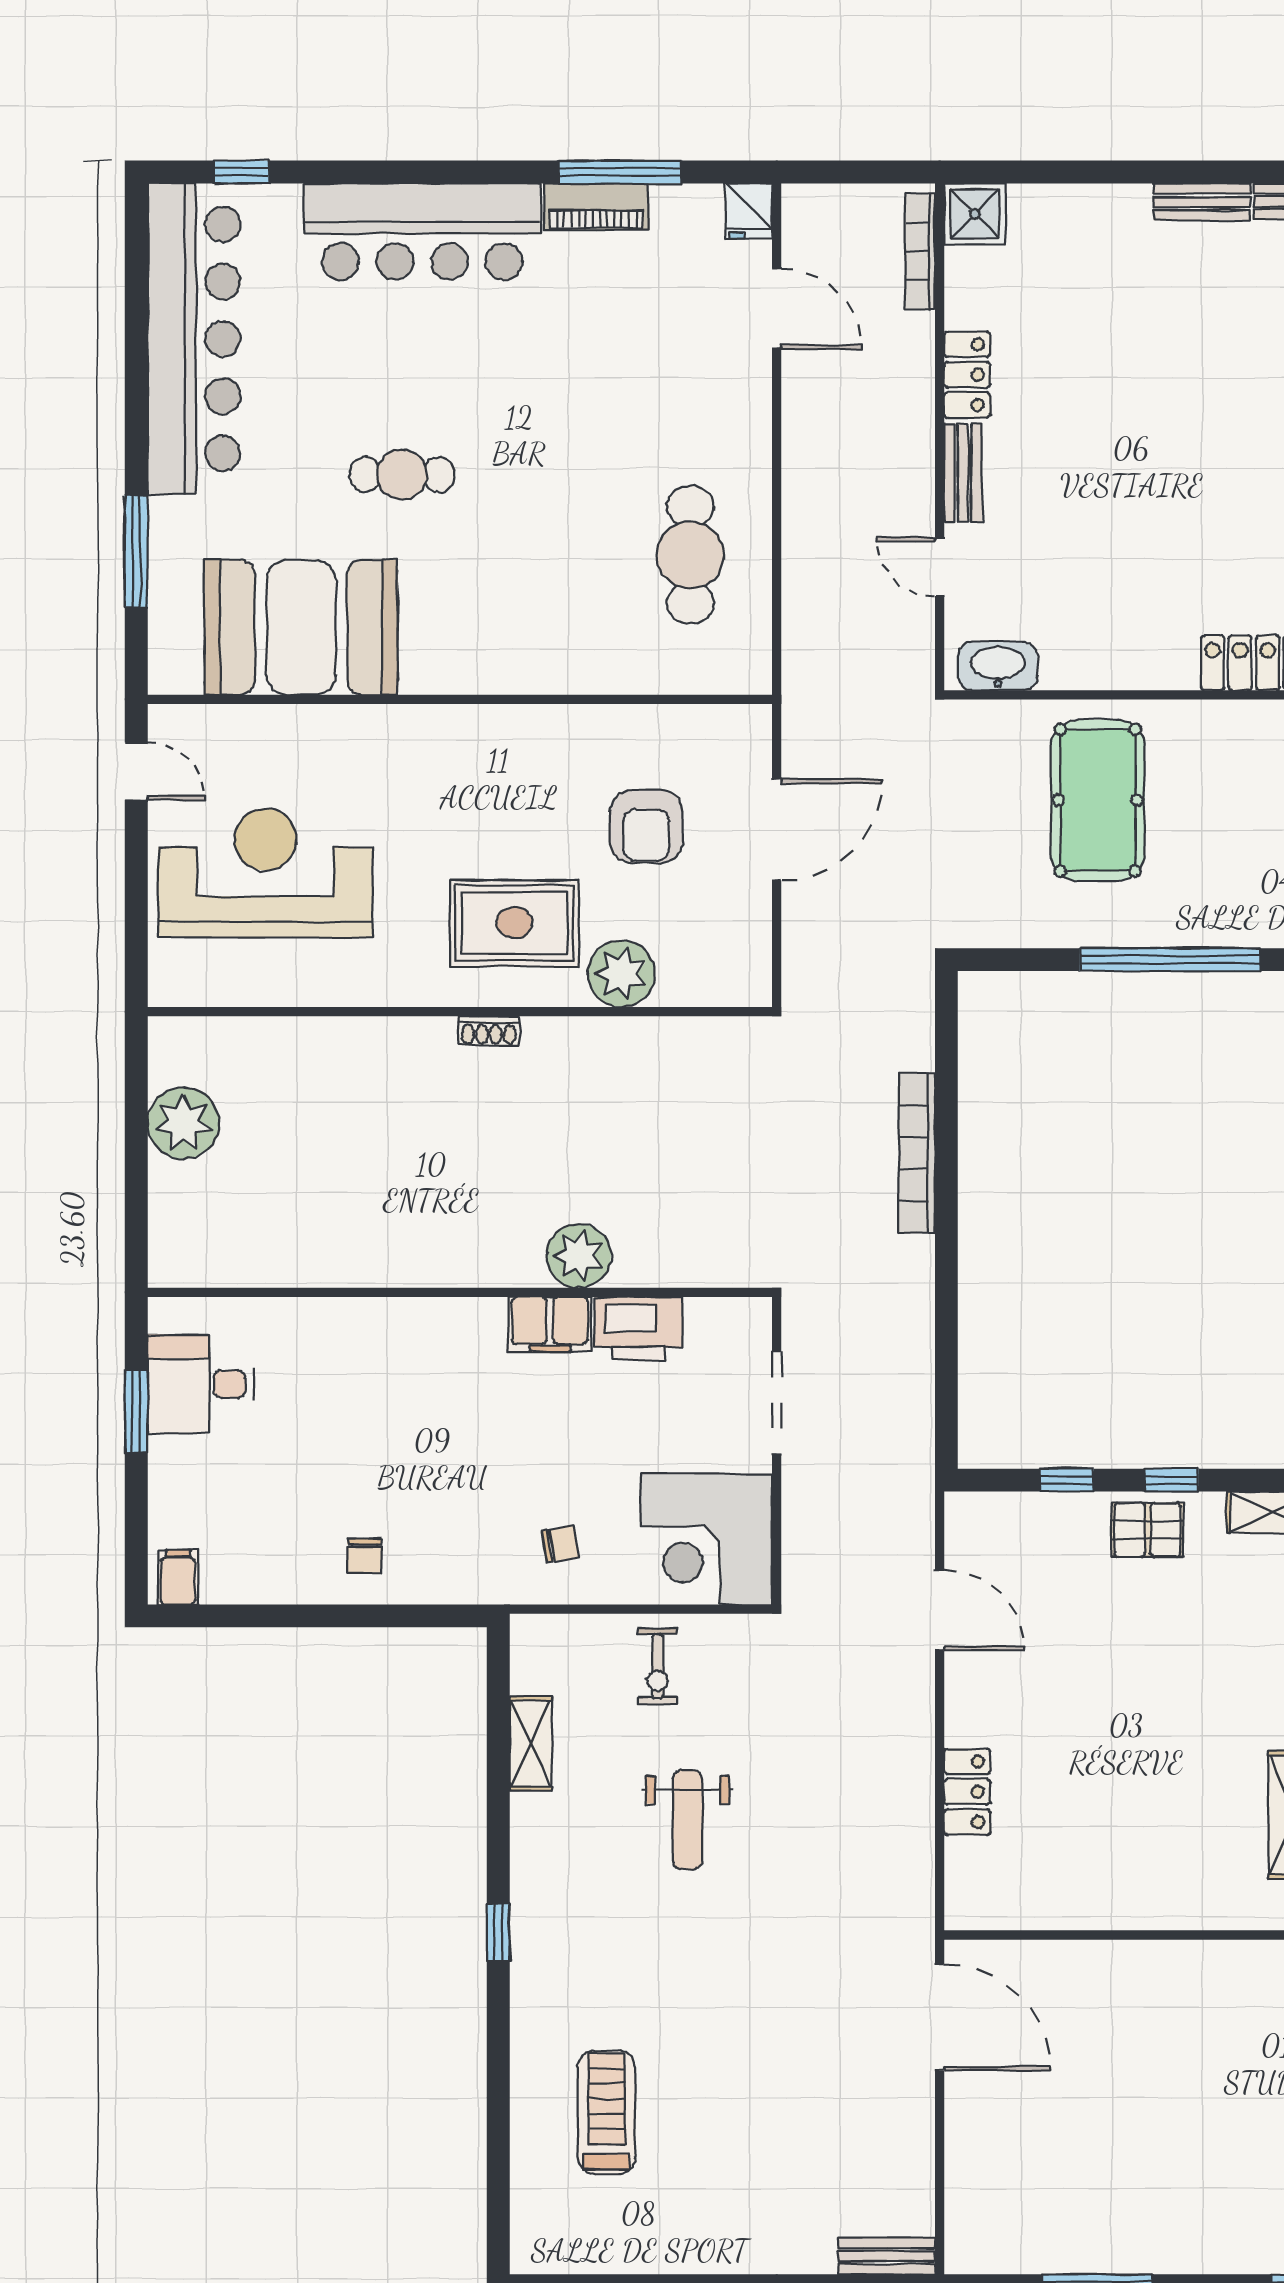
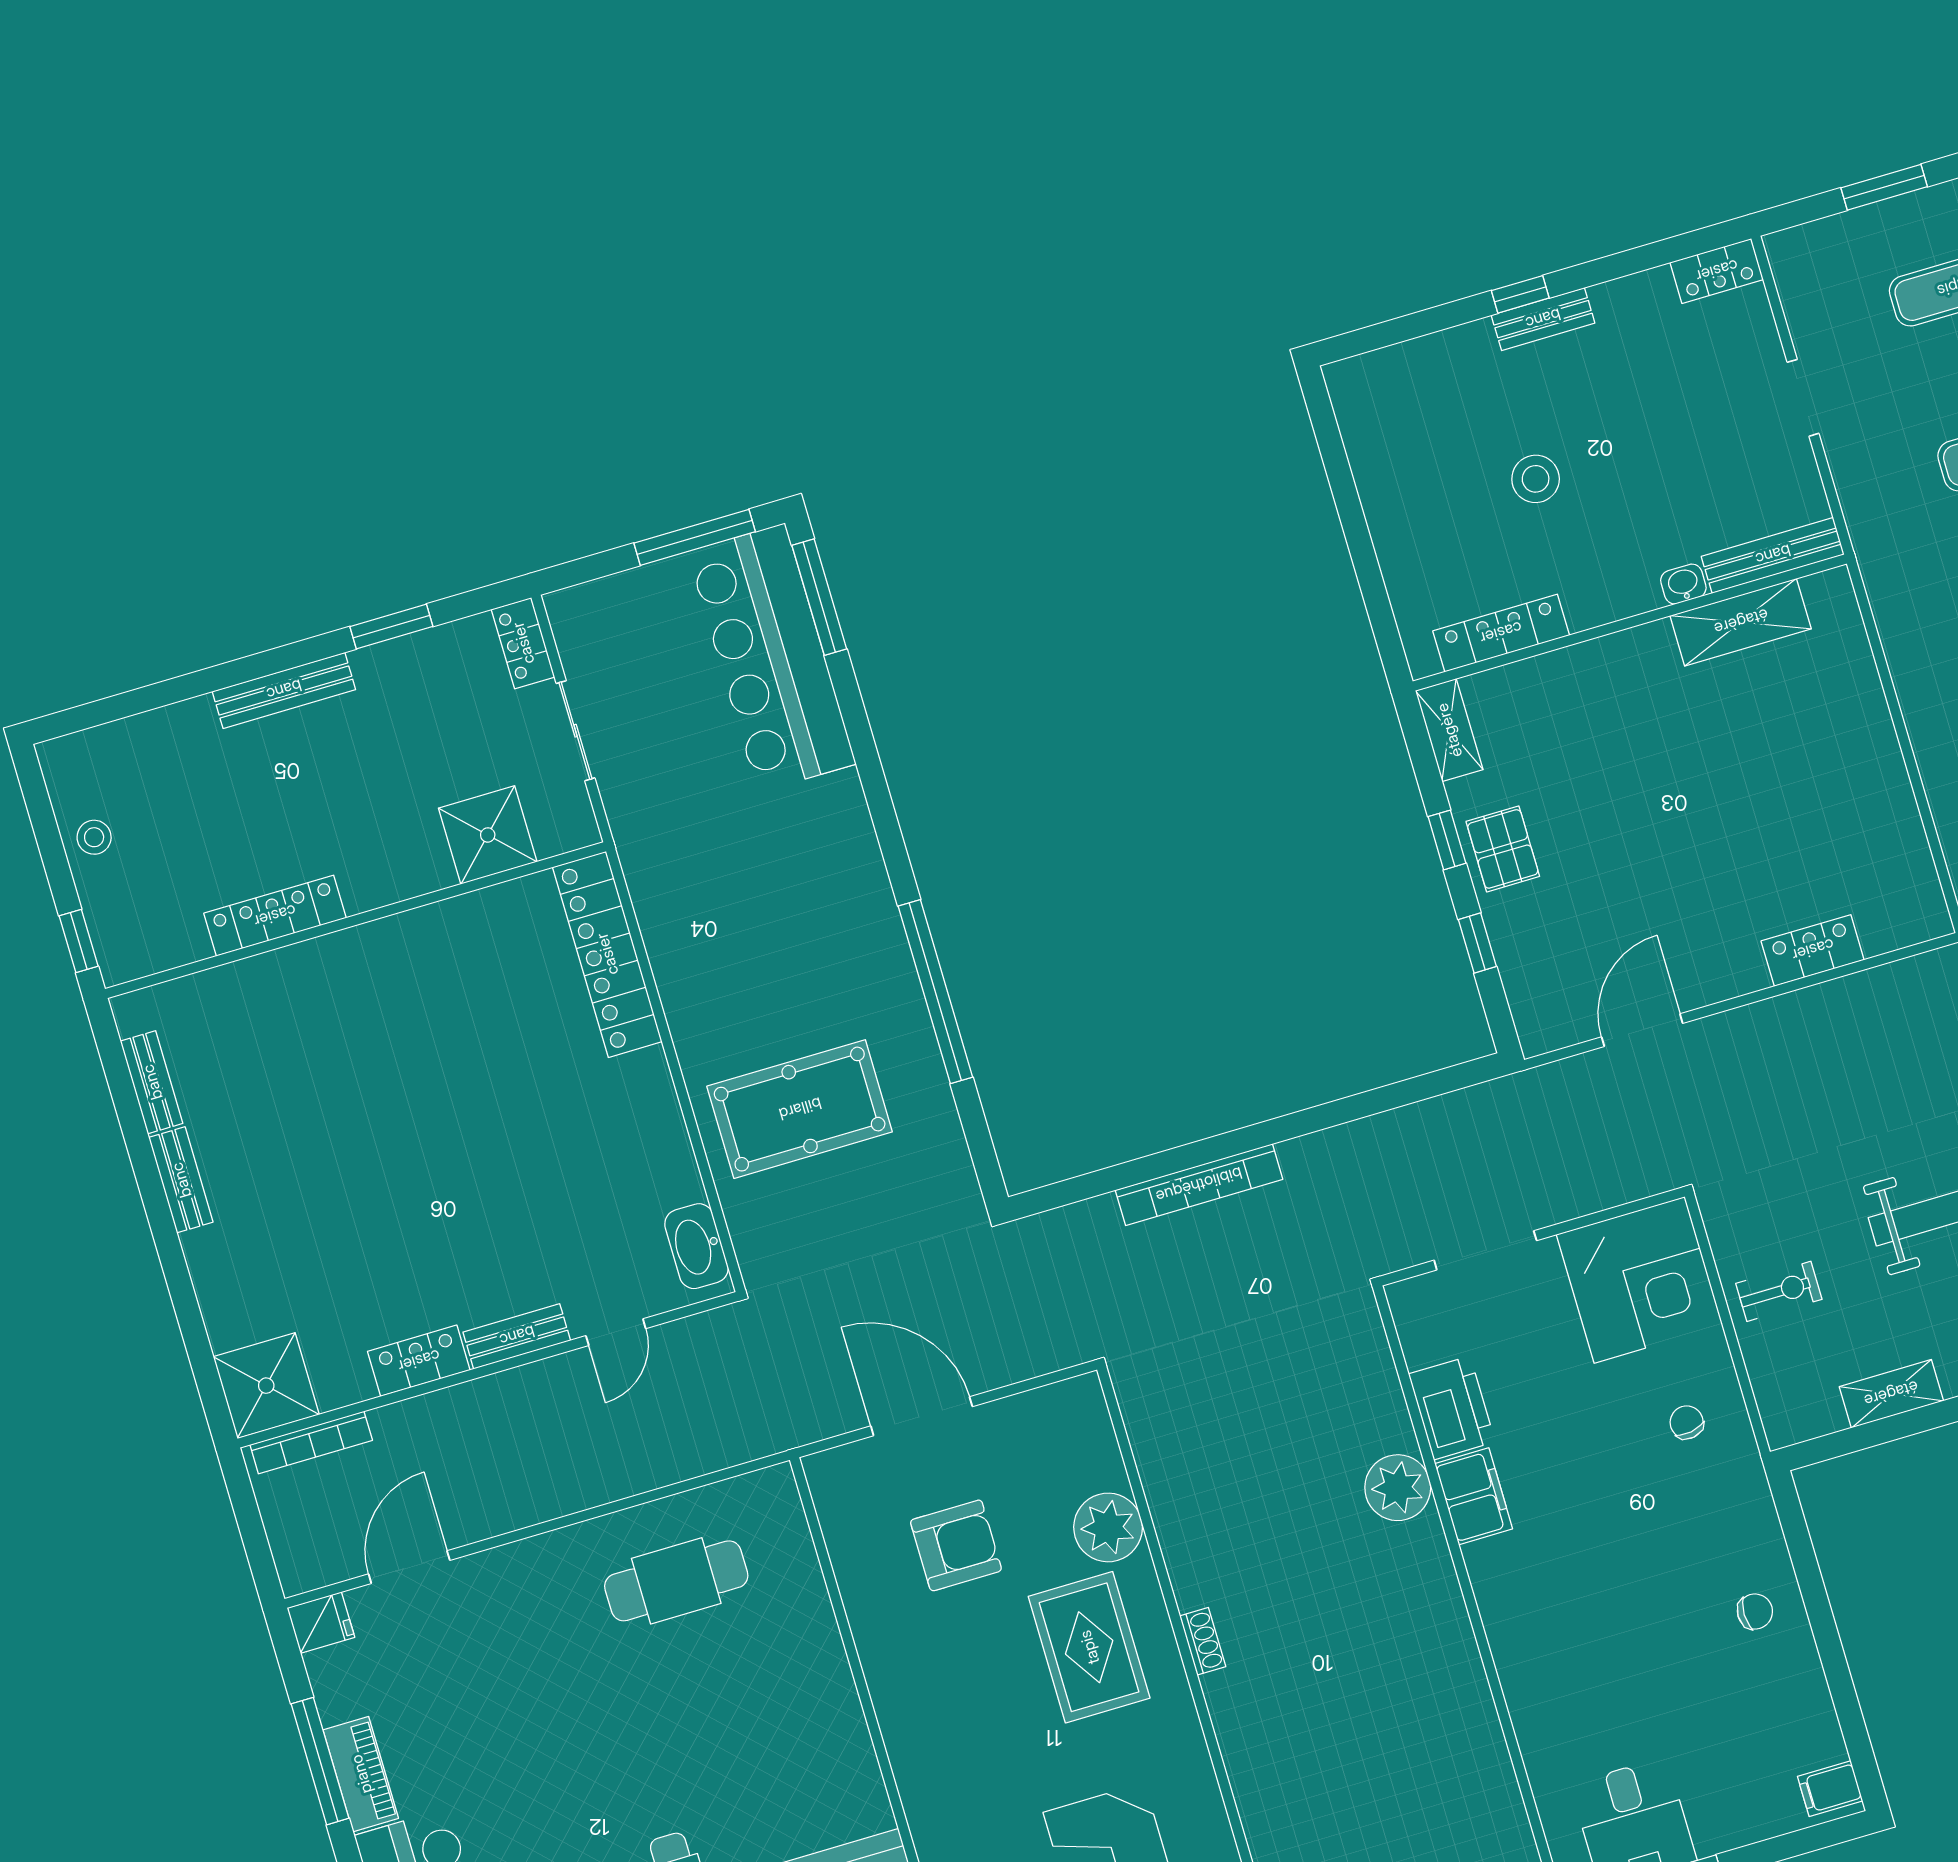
shower: (975, 214) -> (266, 1386), width x1.36, depth x1.36

